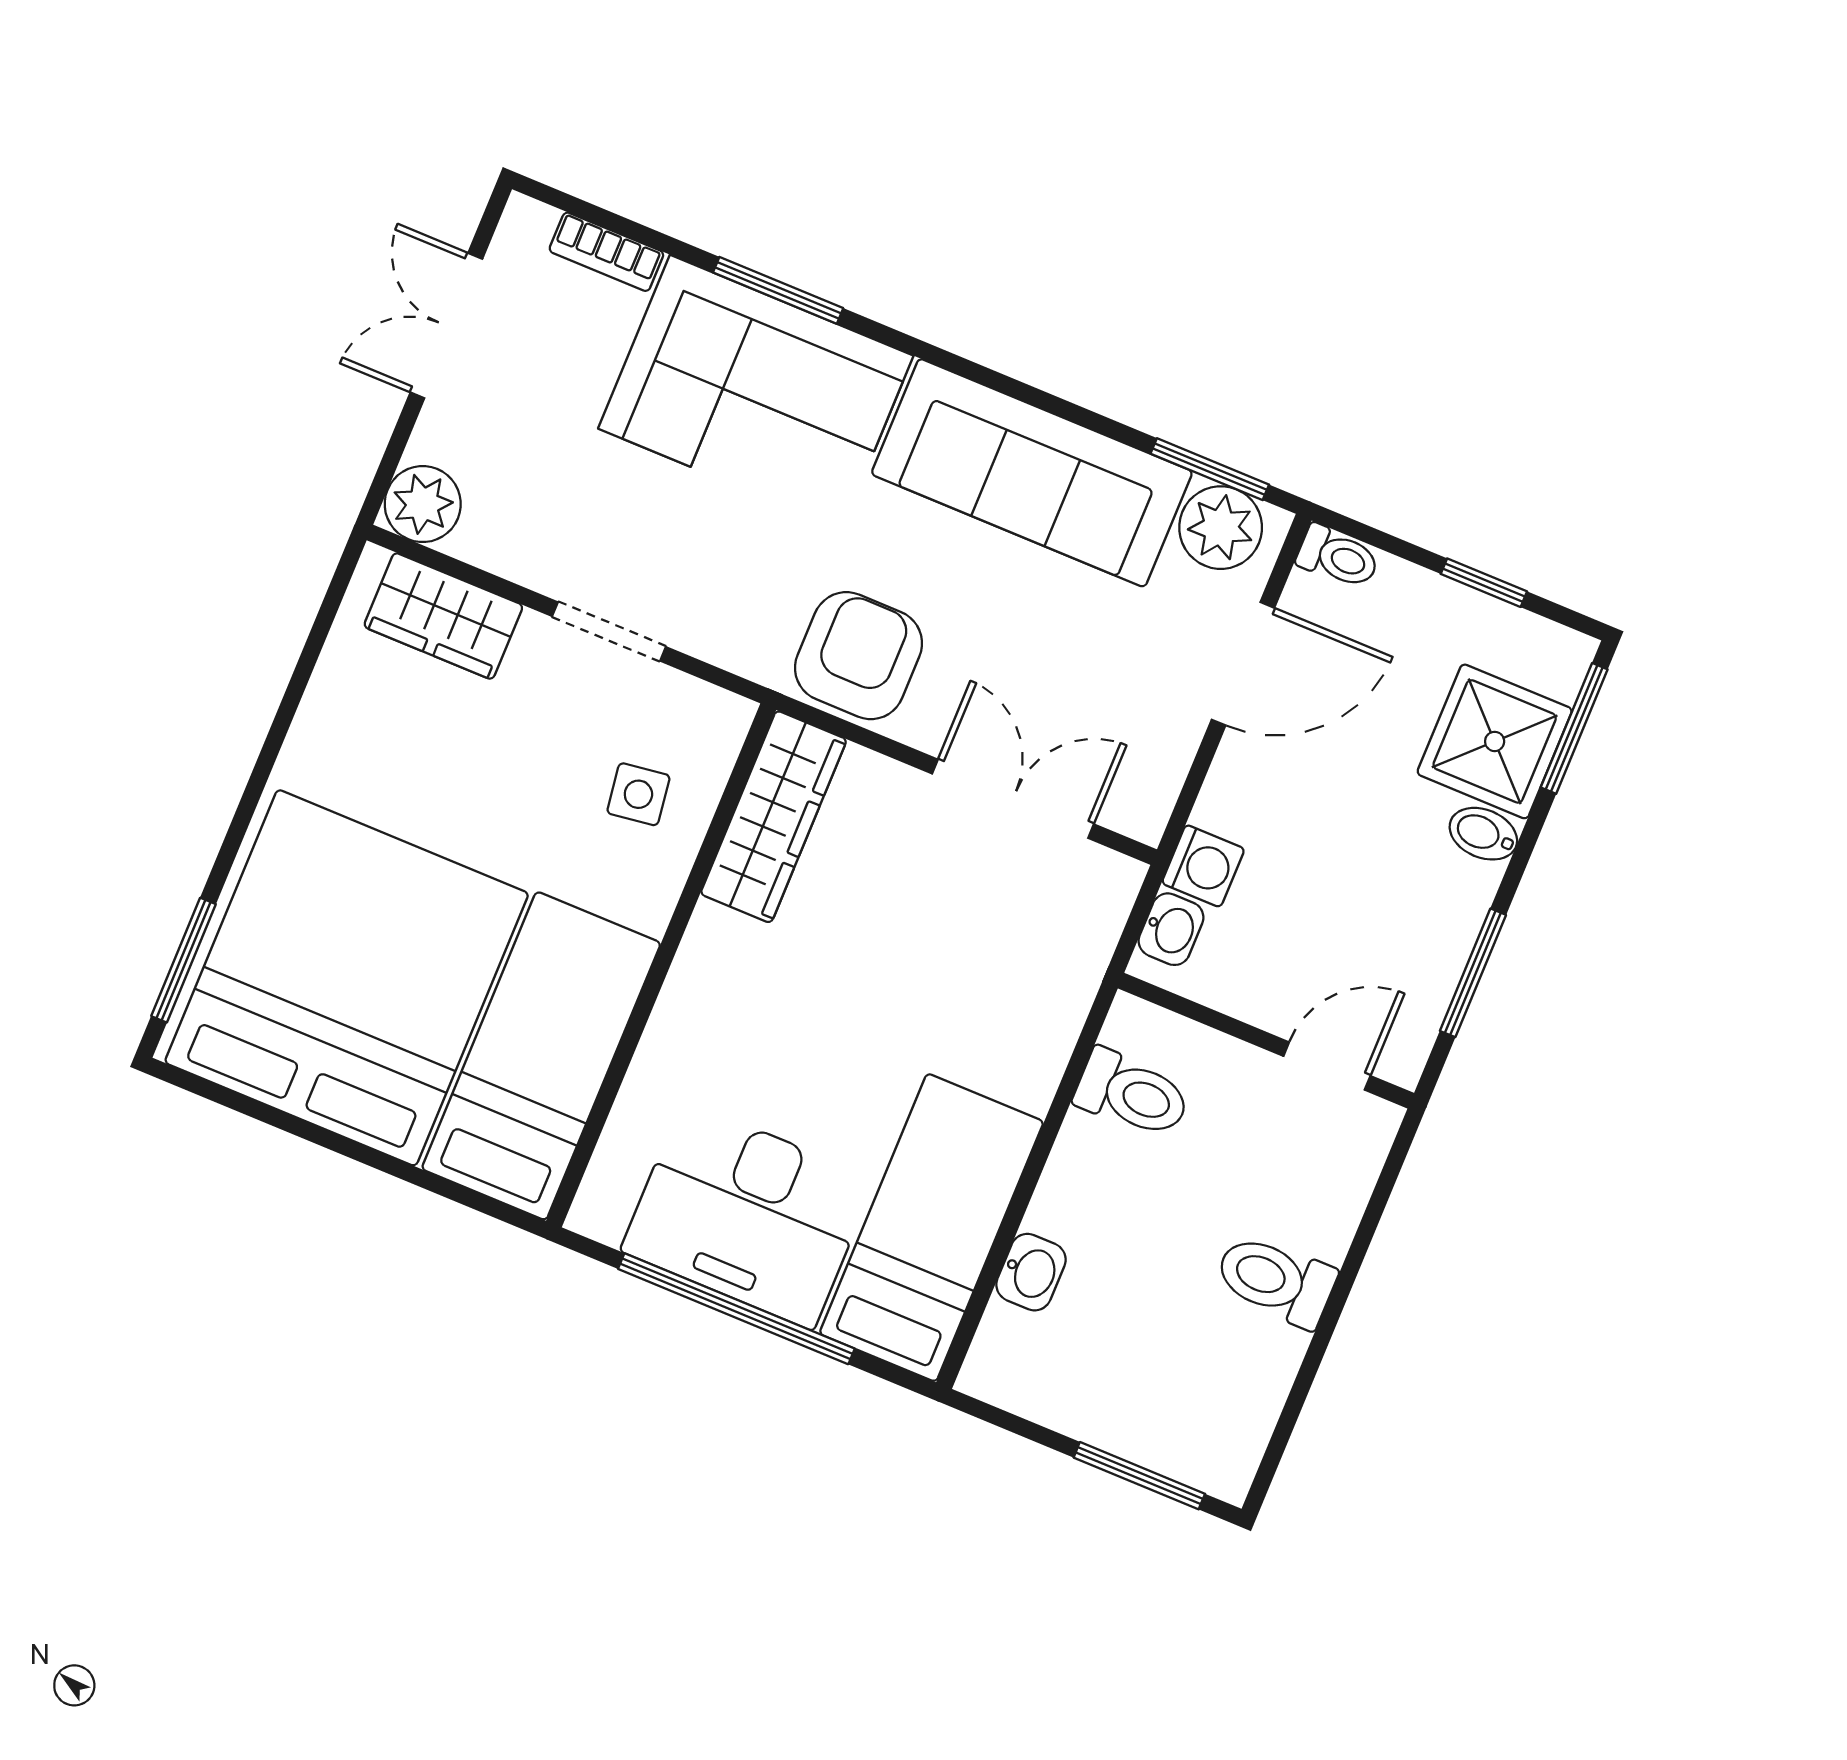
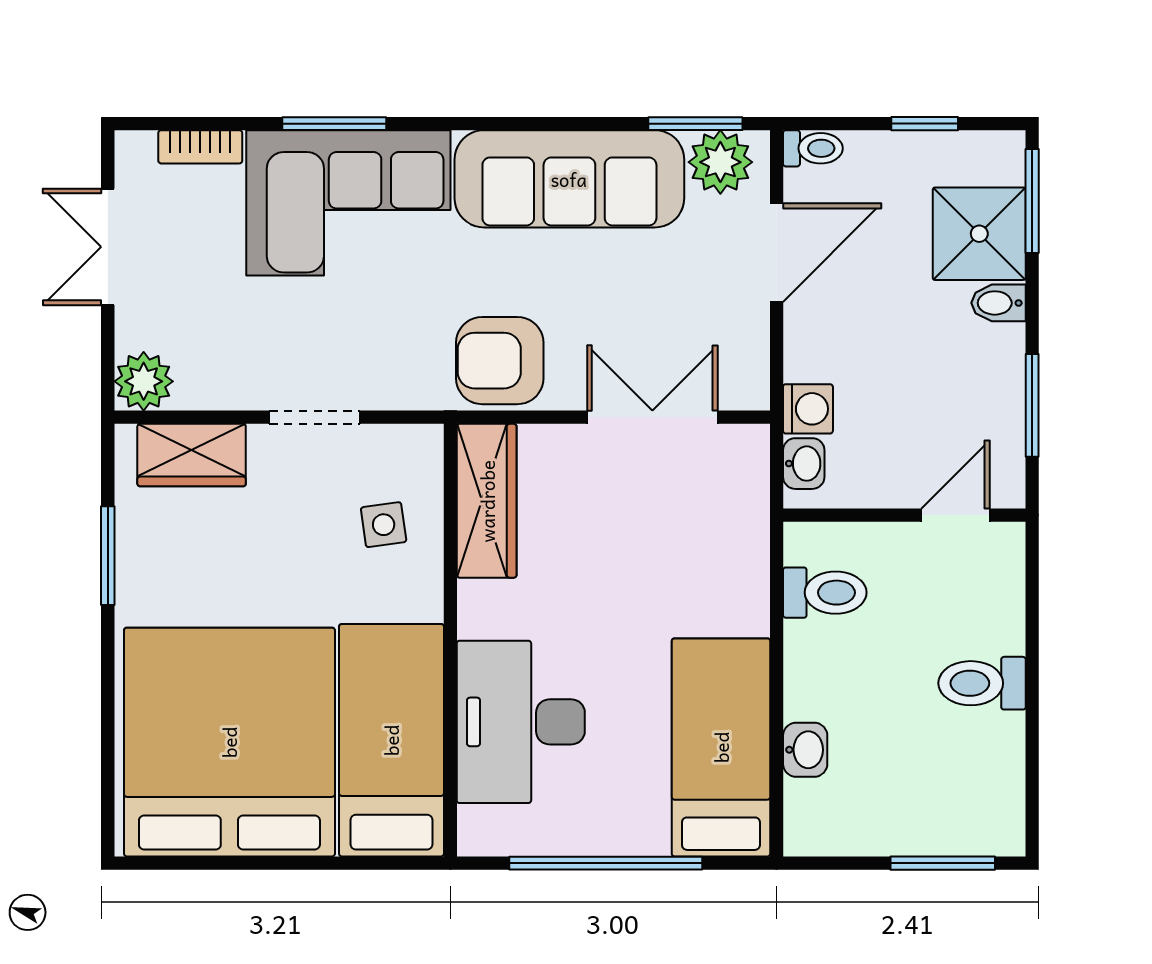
armchair: (859, 656) -> (500, 361), turned -90
window: (184, 960) -> (108, 556), moved
desk: (748, 1215) -> (521, 722), moved, turned 90

